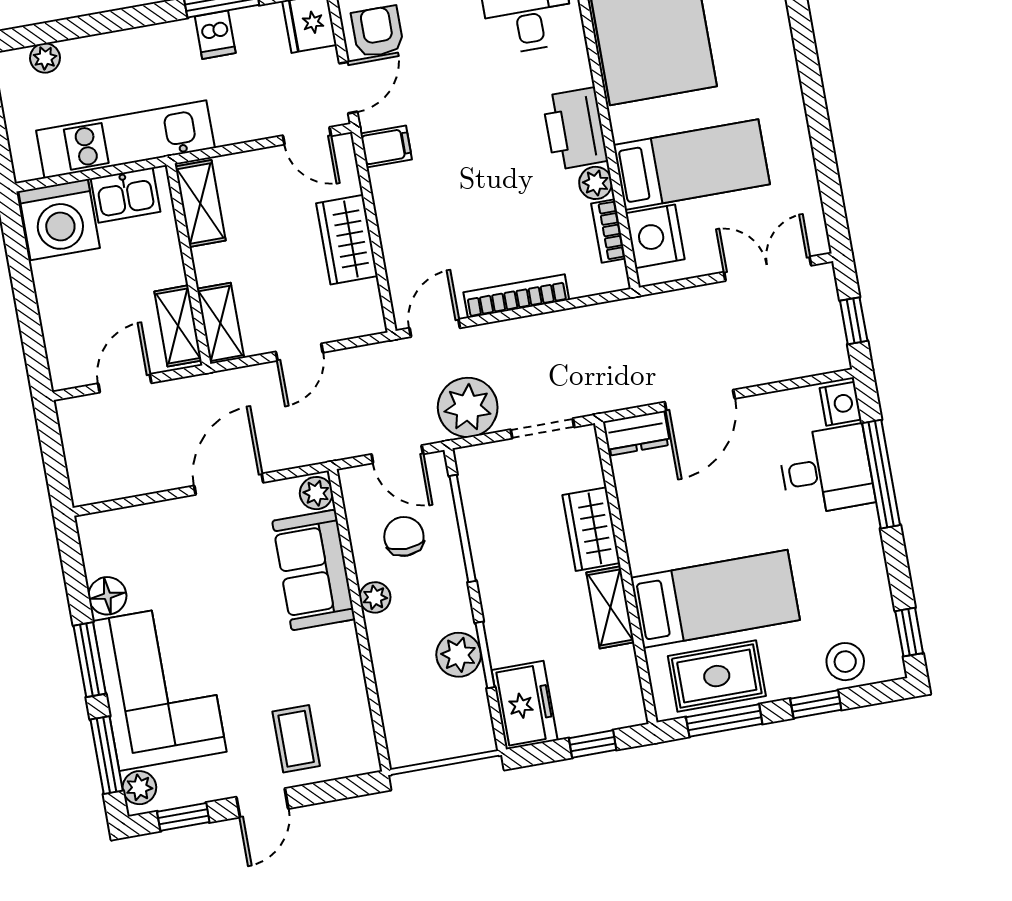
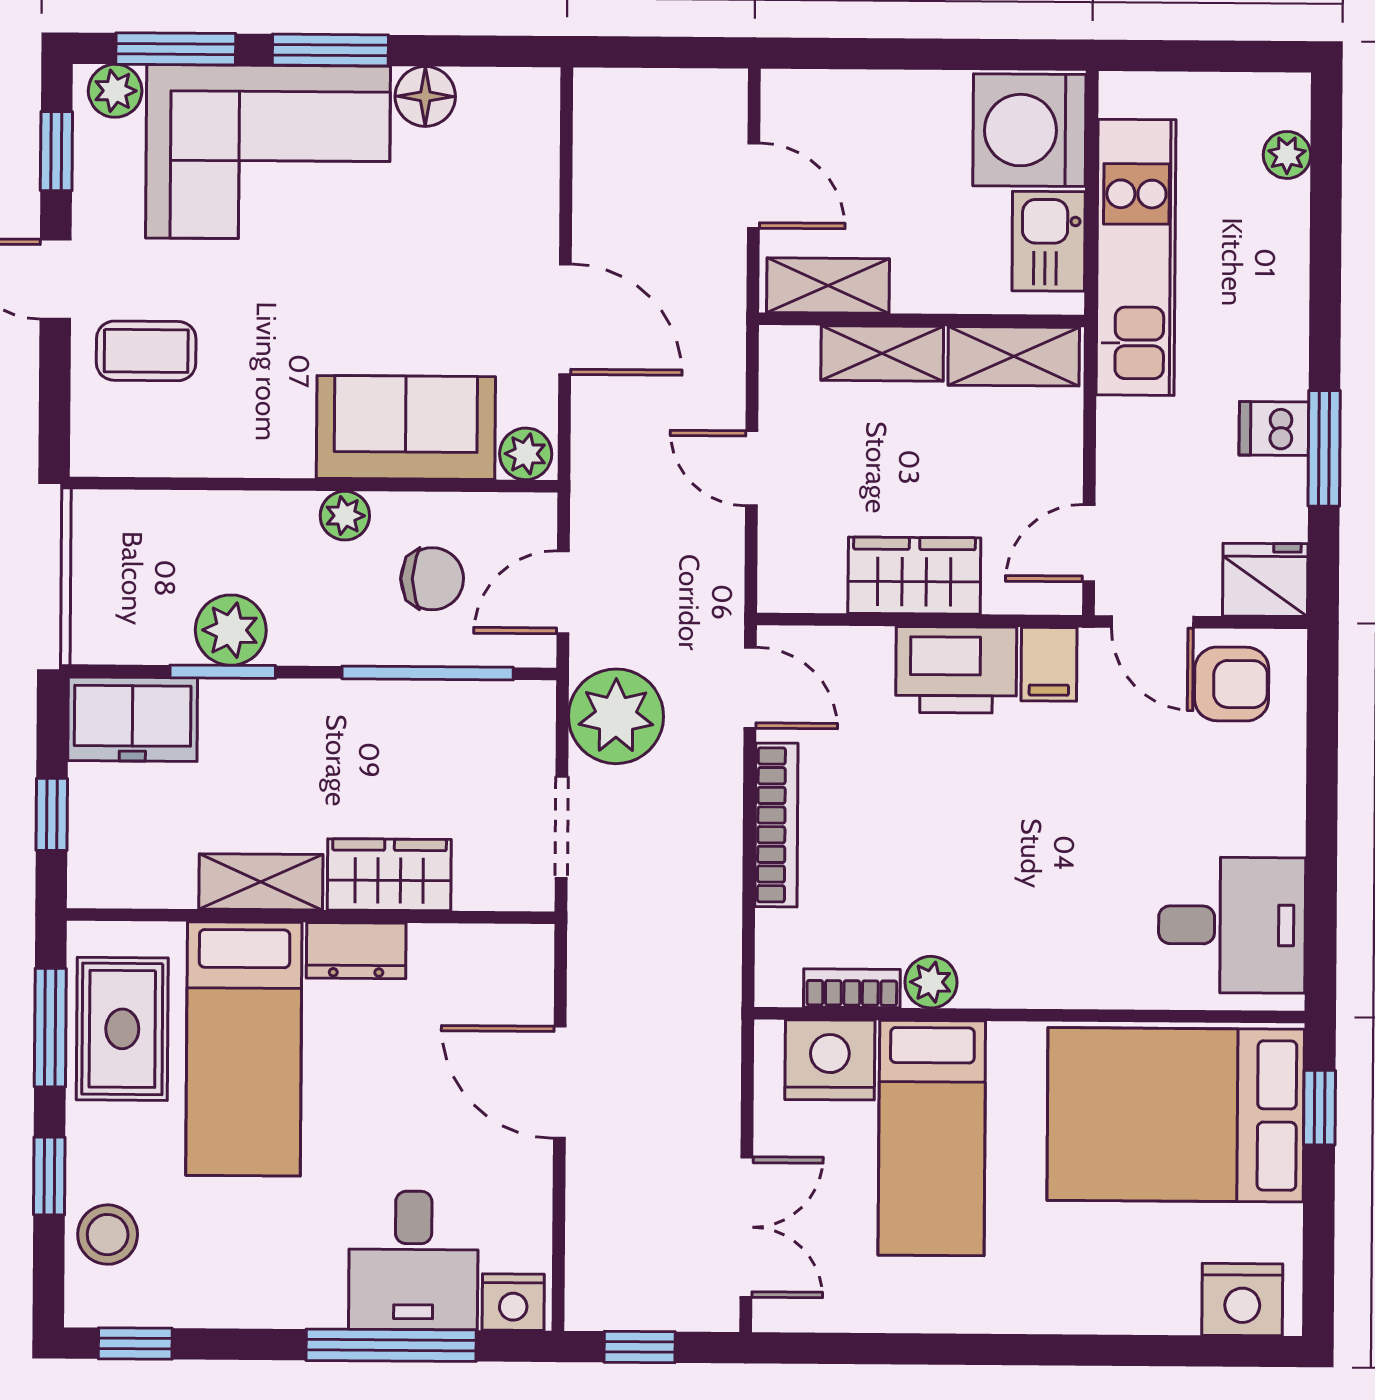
printer: (575, 129) -> (956, 670), moved, turned 180
shelving: (220, 323) -> (882, 353), moved
dresser: (636, 433) -> (356, 951), moved, turned -90

